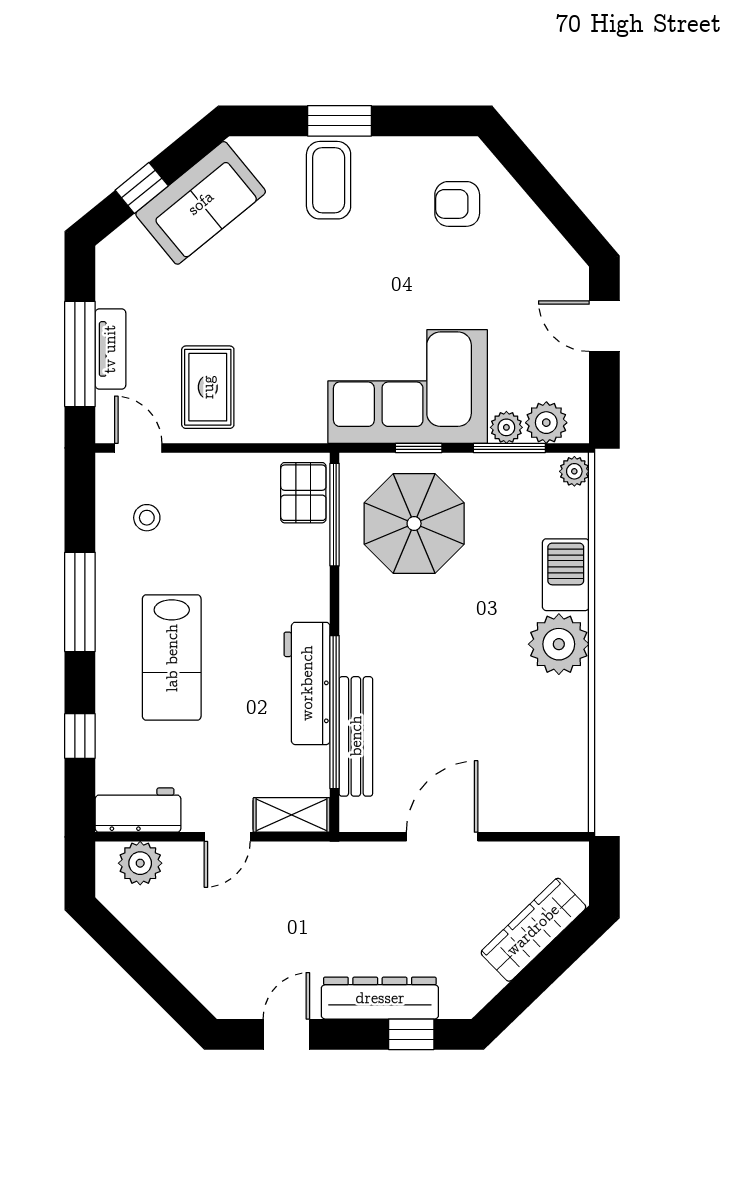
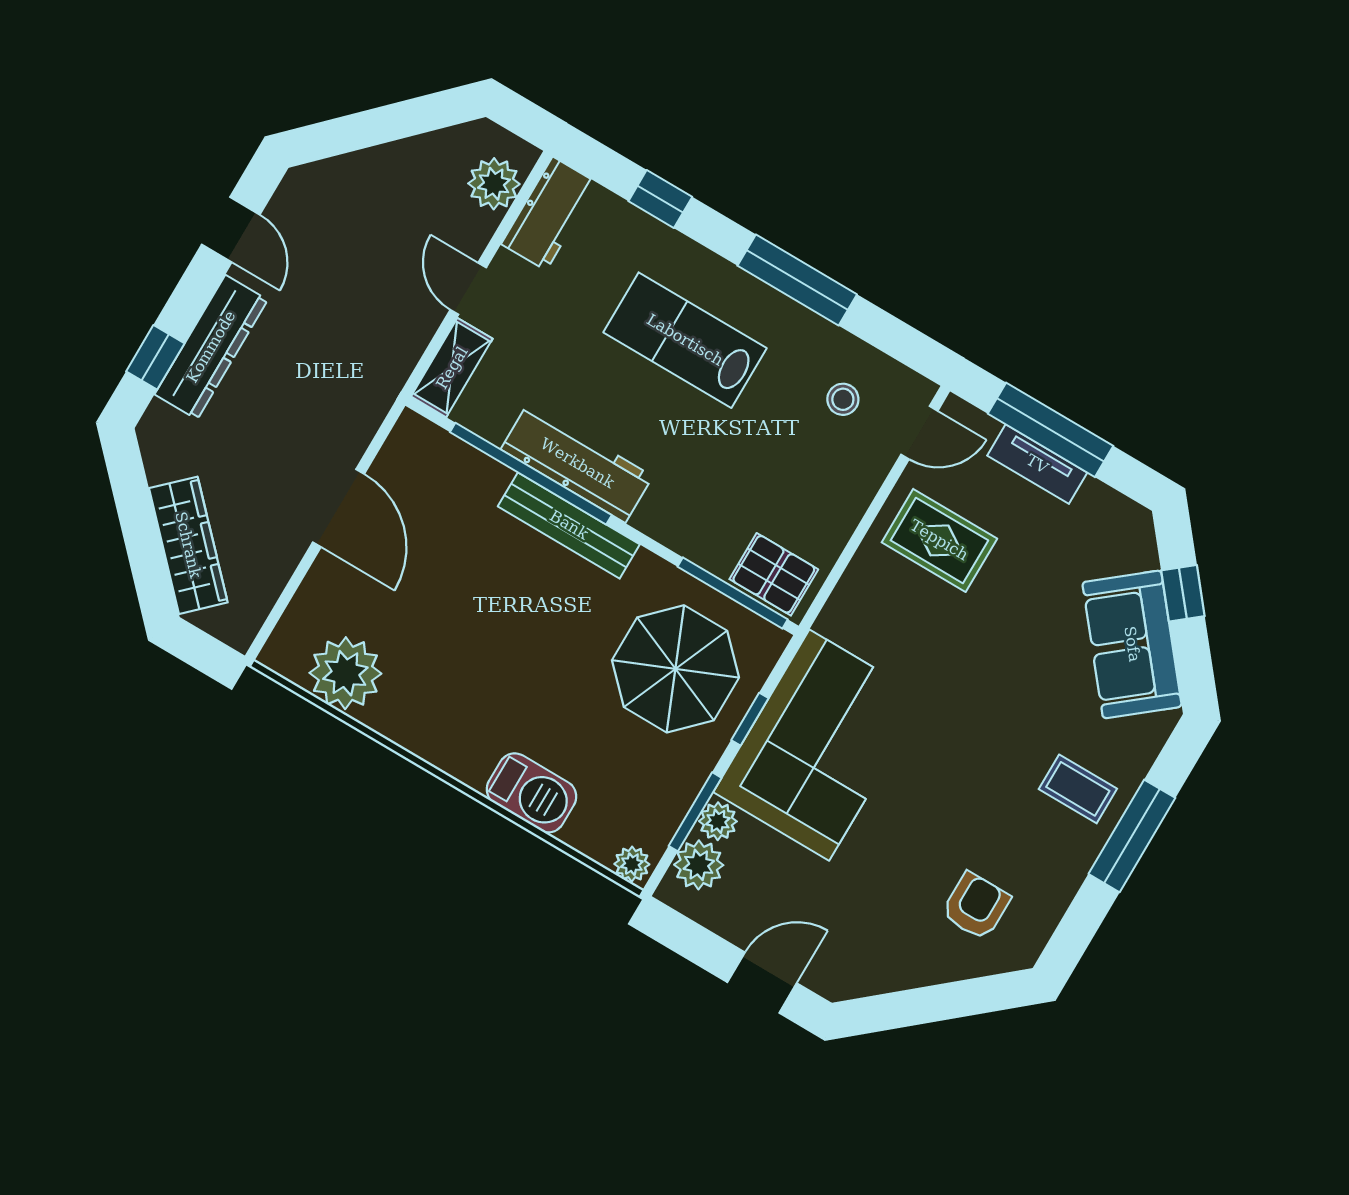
window: (339, 121) -> (1132, 836), width x1.44
coffee table: (329, 180) -> (1078, 789), width x0.73, depth x0.77
plant: (559, 644) -> (345, 673), moved
bench: (356, 736) -> (569, 525), moved

